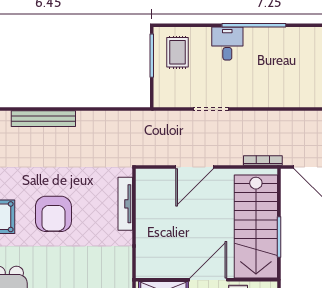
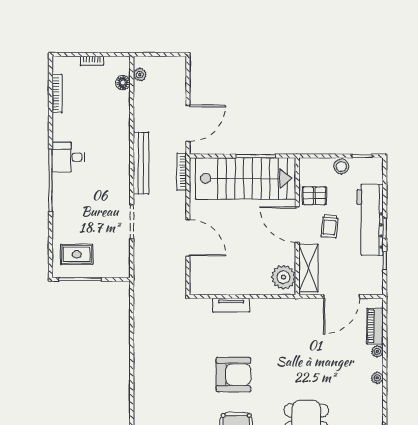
desk: (227, 43) -> (68, 157), moved
bench: (43, 119) -> (141, 163), moved
tv unit: (125, 204) -> (231, 305), width x0.71
plant: (154, 266) -> (283, 277), added

